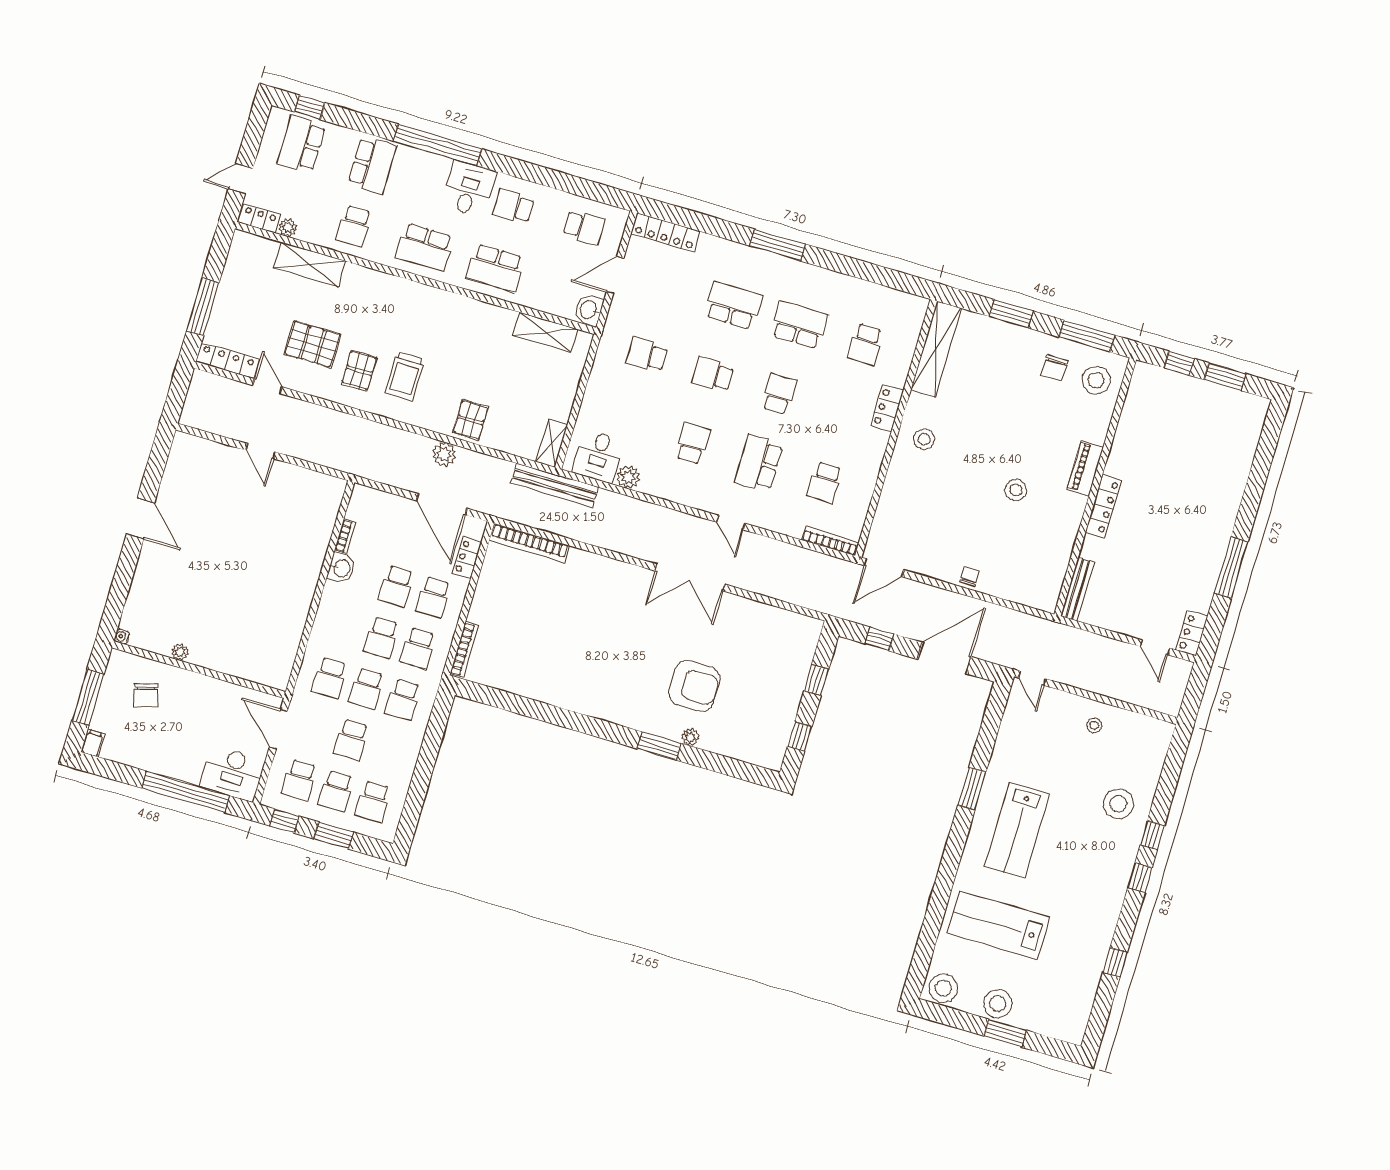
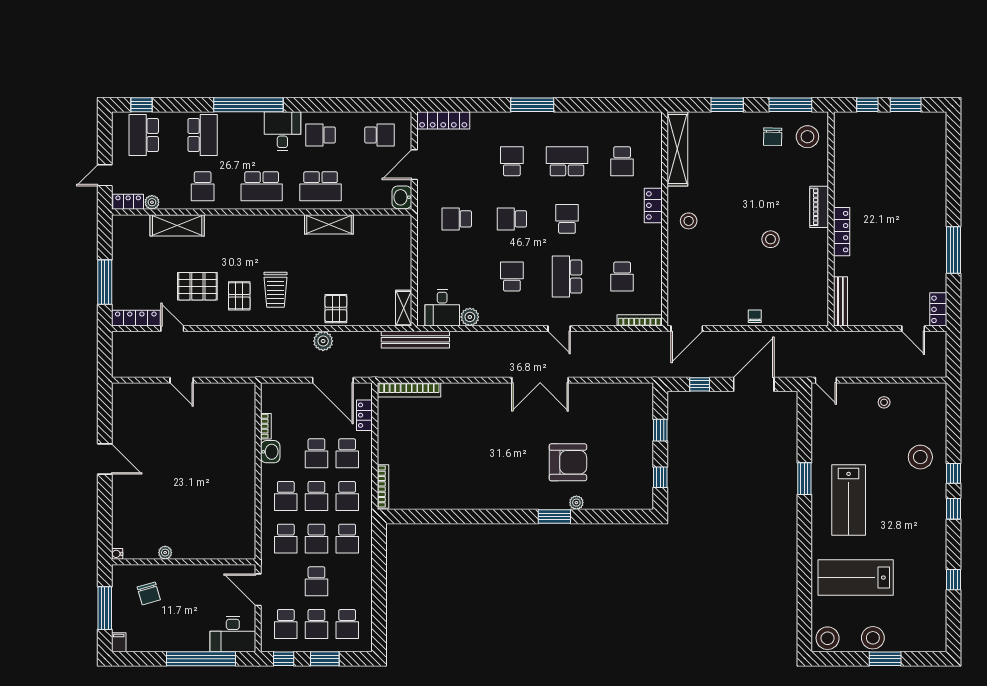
school desk: (733, 305) -> (512, 161), width x0.54
shelving: (545, 332) -> (329, 224), moved
school desk: (344, 627) -> (286, 496), added

